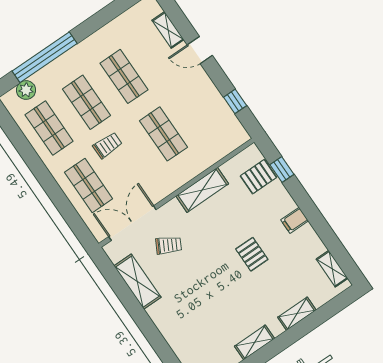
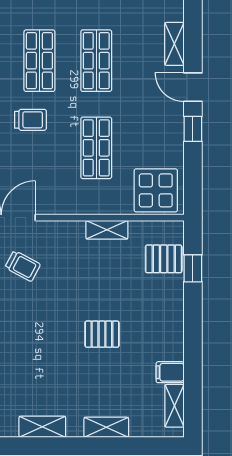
window: (235, 101) -> (193, 129), moved
display table: (222, 135) -> (156, 190), added
shelving: (202, 190) -> (107, 230), width x0.67, depth x0.75
filing cabinet: (295, 220) -> (170, 372), moved
pallet: (252, 254) -> (102, 334), turned 90

